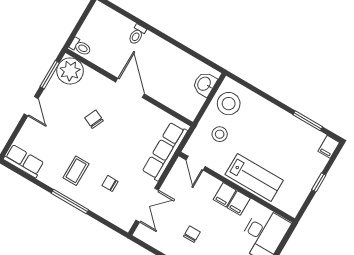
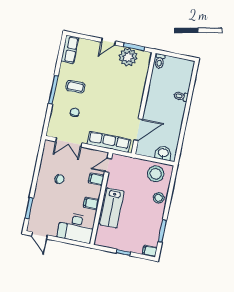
plant: (70, 71) -> (128, 57), moved
door: (130, 88) -> (138, 130), moved
chair: (94, 119) -> (114, 87), removed
stool: (220, 134) -> (159, 198), moved
filing cabinet: (225, 195) -> (96, 179), moved

